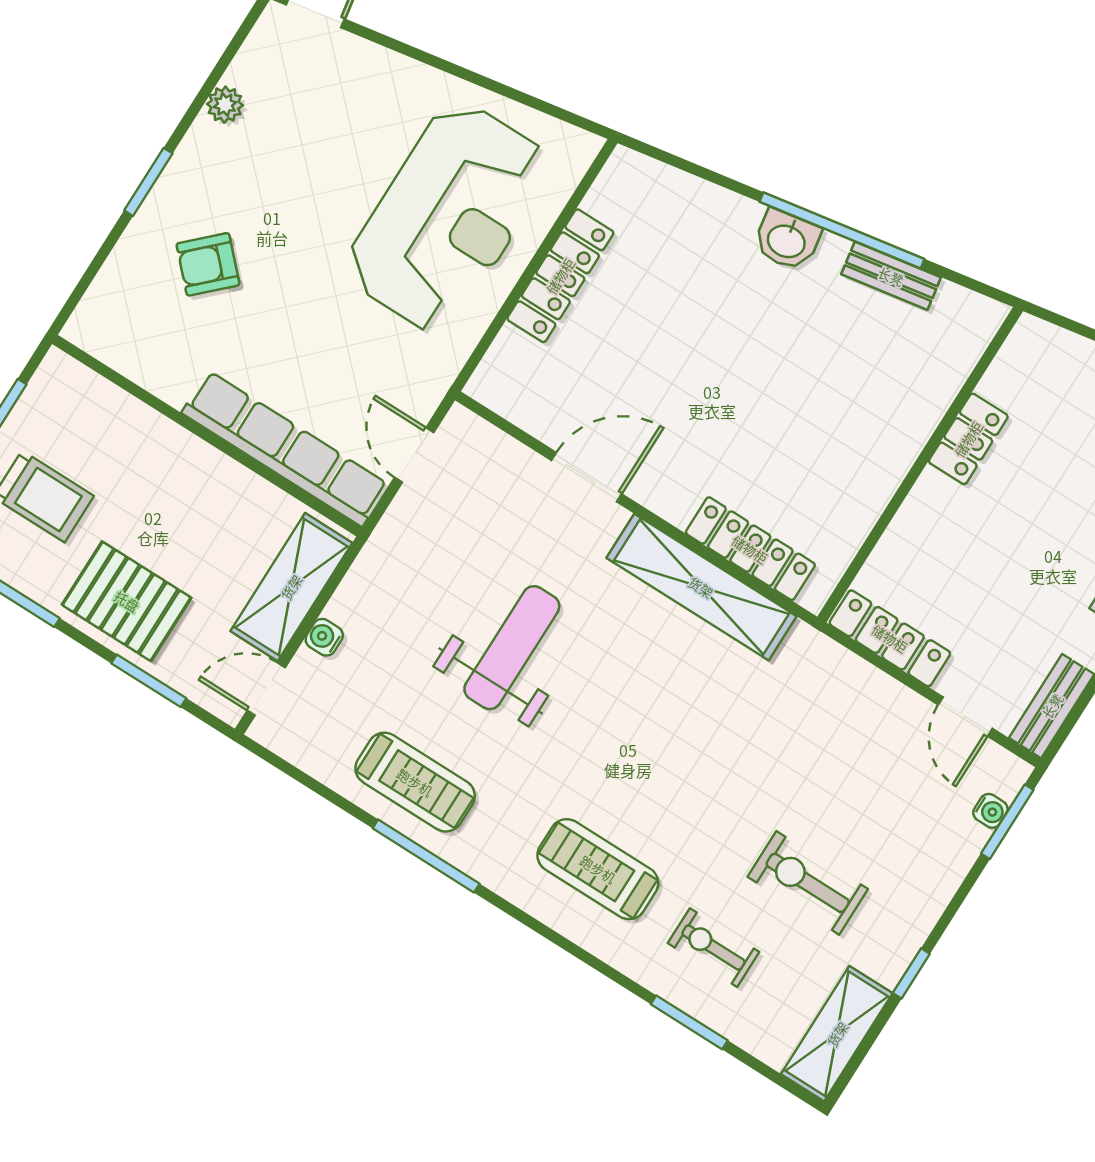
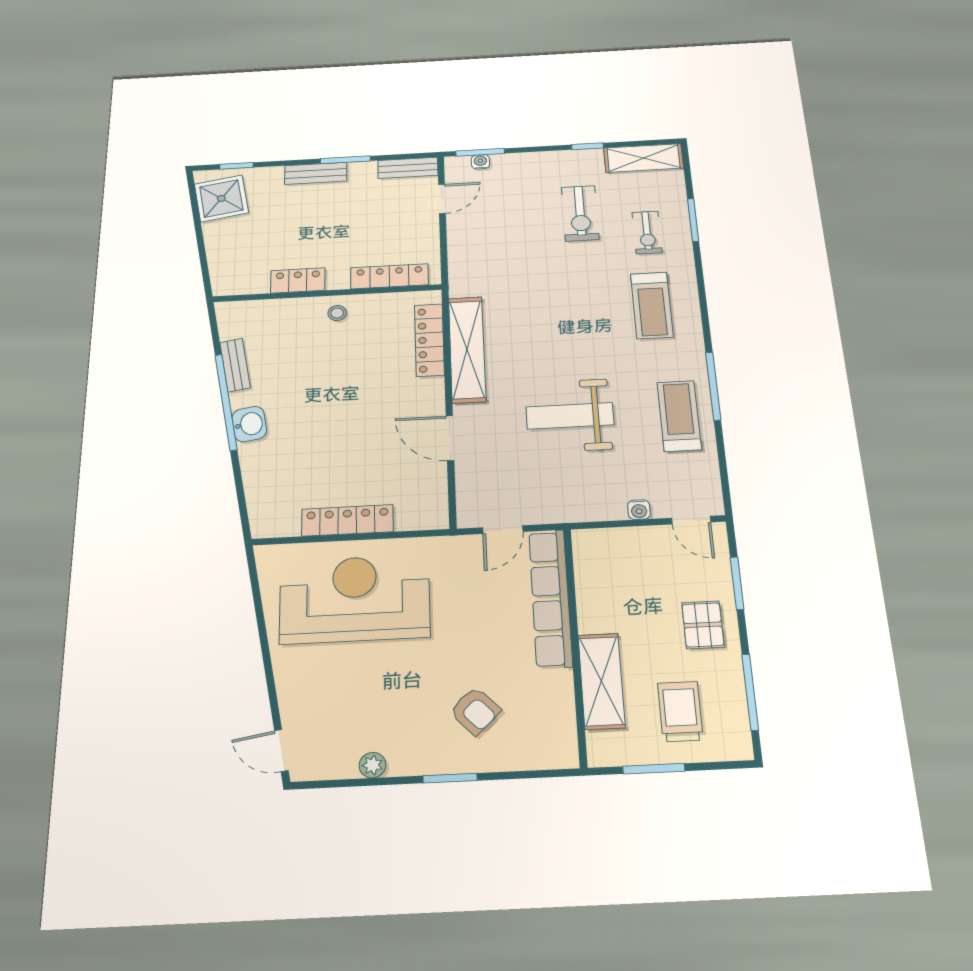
stool: (878, 457) -> (337, 313), added
shelving: (291, 587) -> (601, 681), moved, turned 90
pallet: (127, 601) -> (703, 625), width x0.67, depth x0.71
locker: (890, 638) -> (389, 276), moved, turned 90

